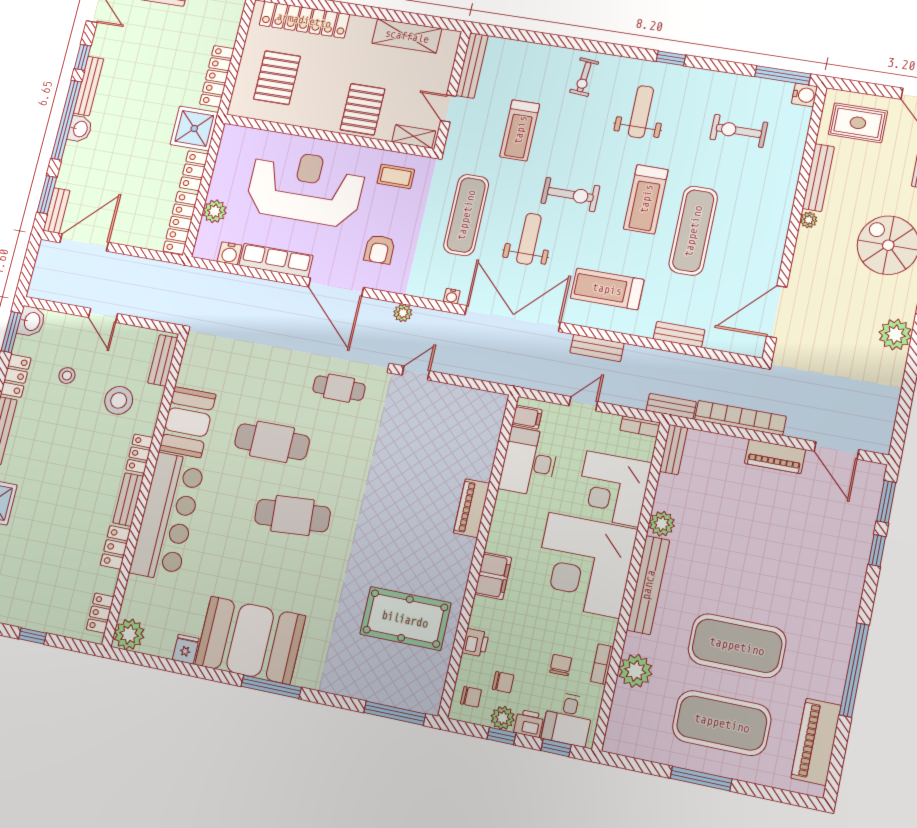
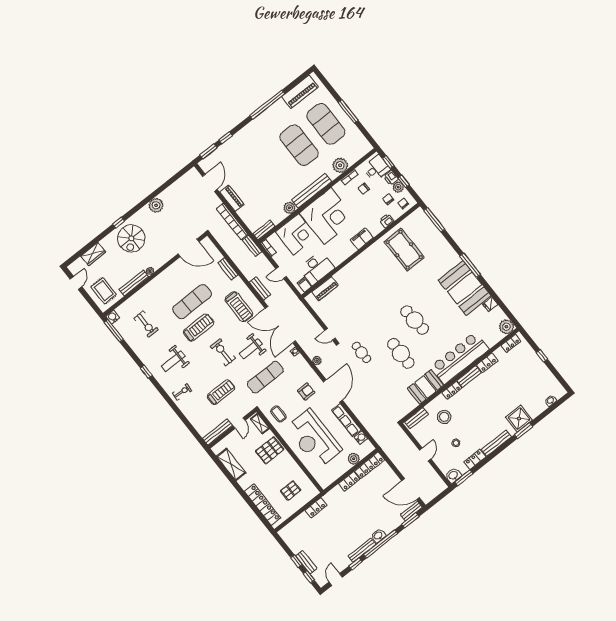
locker: (217, 76) -> (316, 508), width x0.66
pallet: (277, 78) -> (291, 491), width x0.67, depth x0.71
shower: (194, 128) -> (336, 498), removed
piano: (472, 508) -> (325, 289), moved

